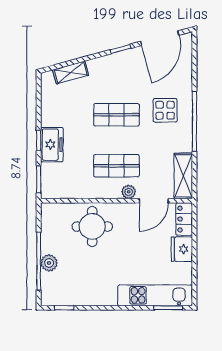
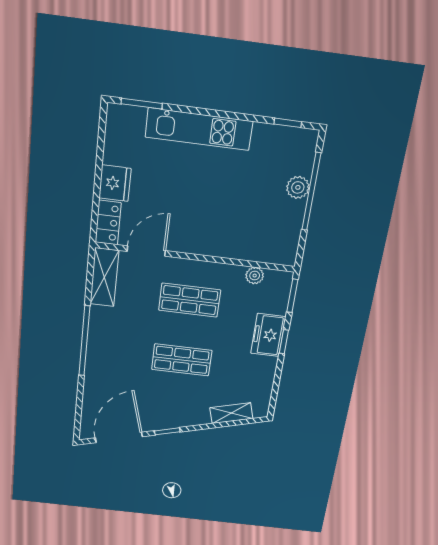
display table: (165, 110) -> (120, 358), removed
plant: (129, 192) -> (255, 276), moved
round table: (92, 227) -> (232, 228), removed
kitchen unit: (155, 295) -> (199, 129), moved

